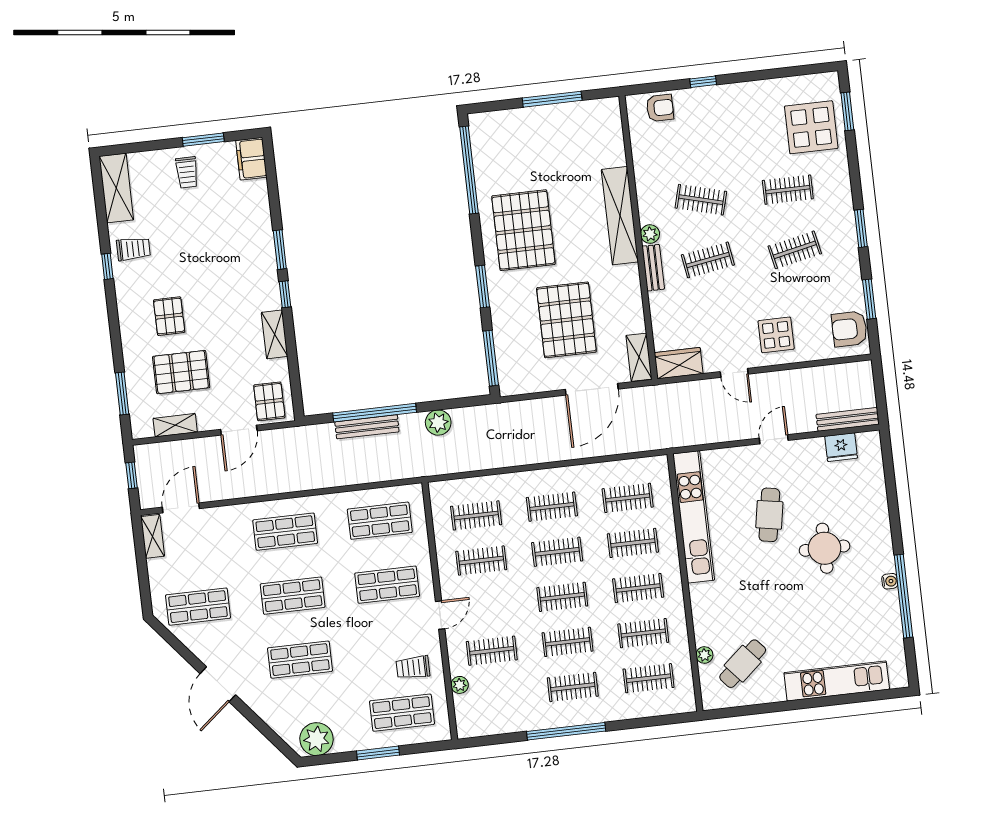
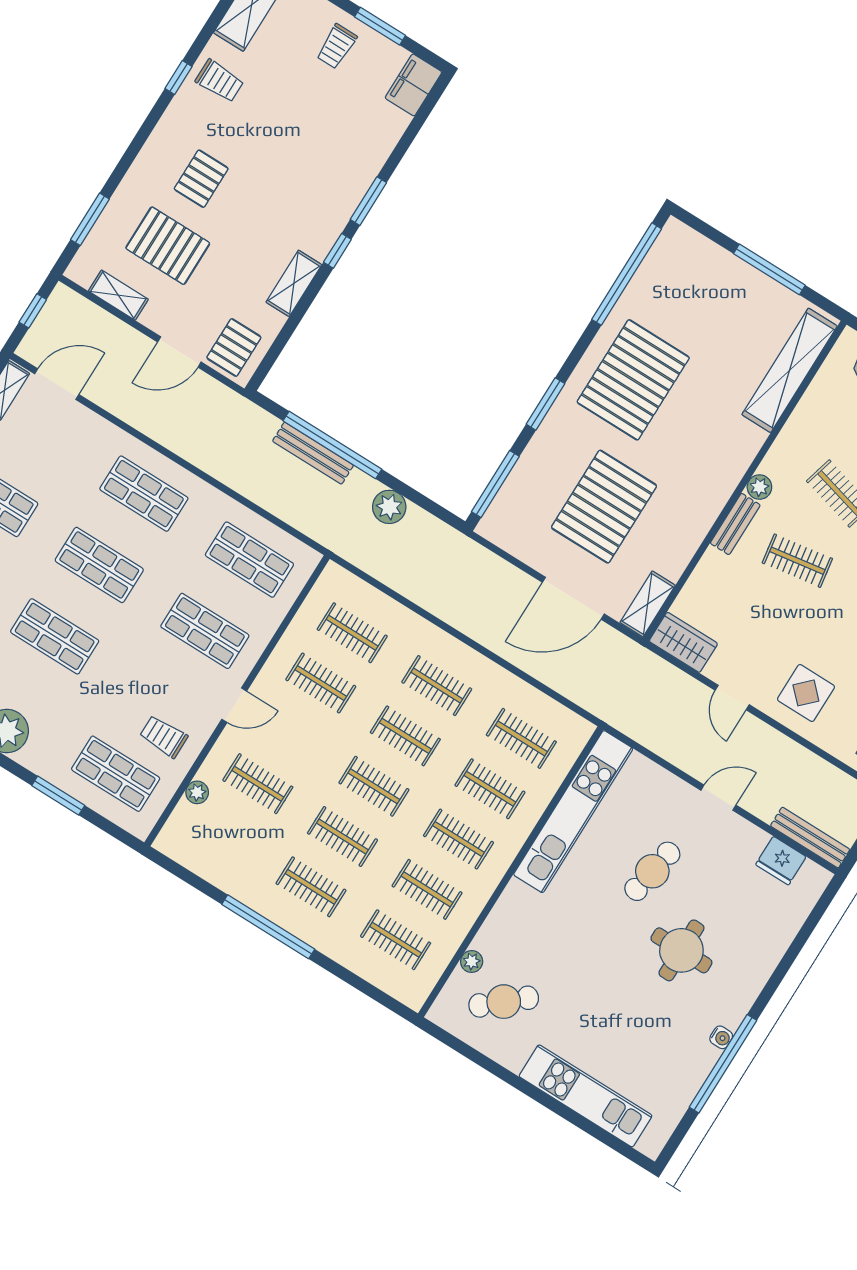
shelving: (620, 216) -> (790, 370), moved

